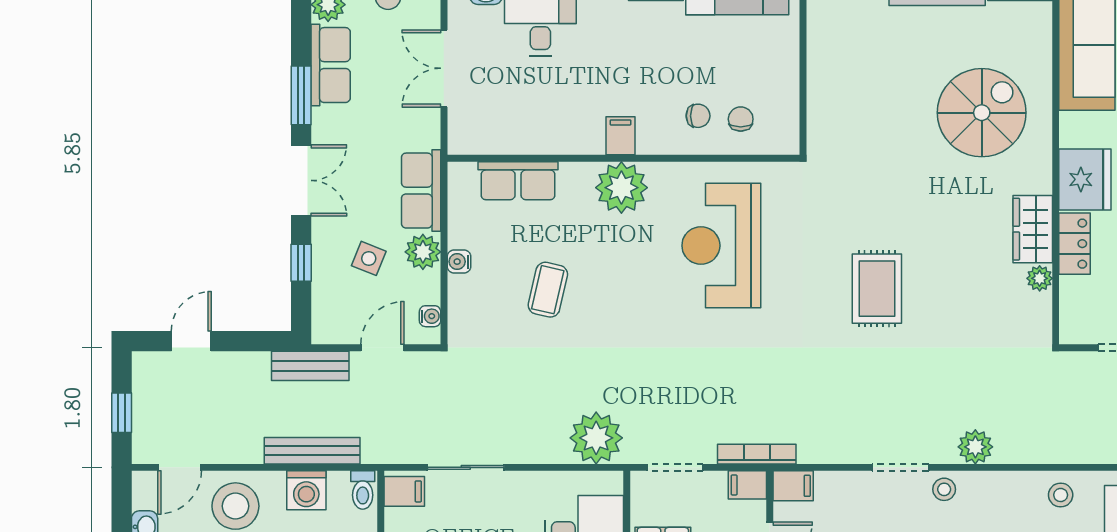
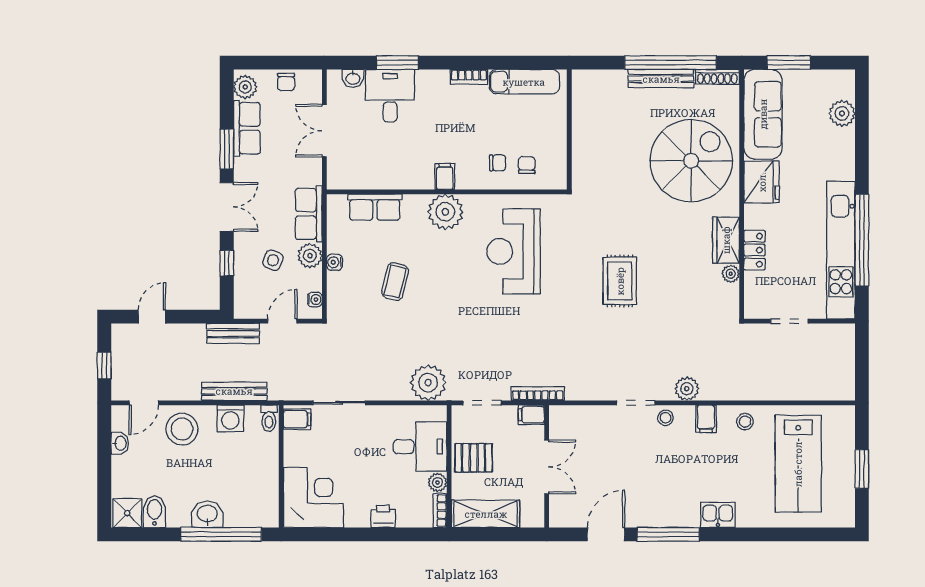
spiral stairs: (982, 113) -> (691, 161), width x1.37, depth x1.37
fridge: (1085, 179) -> (762, 182), moved
filing cabinet: (793, 486) -> (706, 419), moved, turned 90

